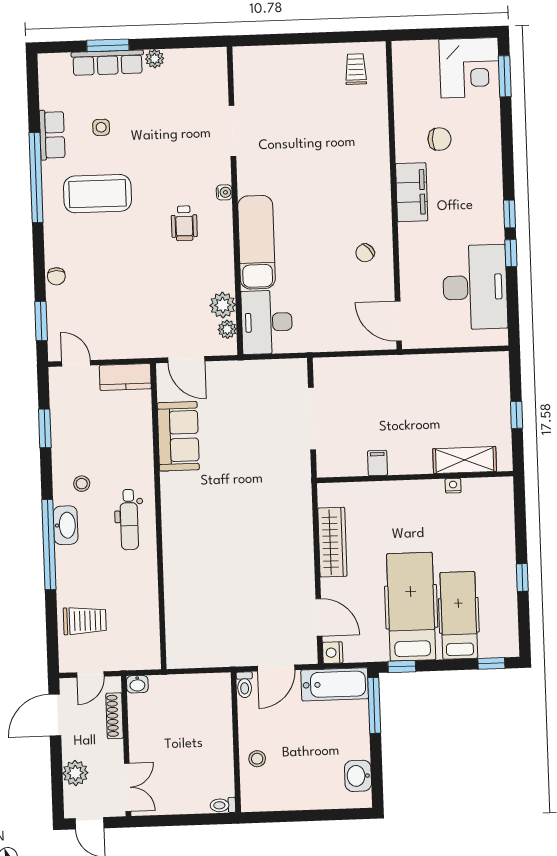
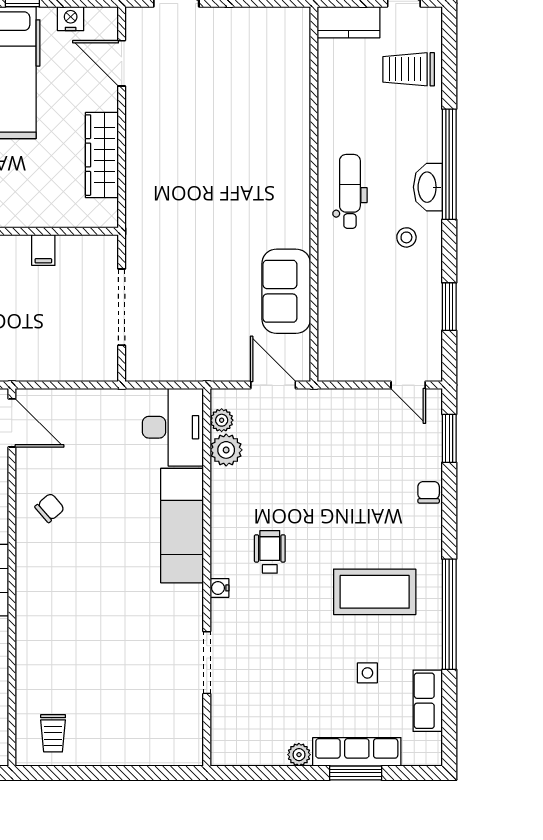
row of seats: (52, 135) -> (428, 701), moved
kitchen counter: (125, 377) -> (348, 22), moved, turned 180
nightstand: (333, 653) -> (71, 19), moved, turned -90

